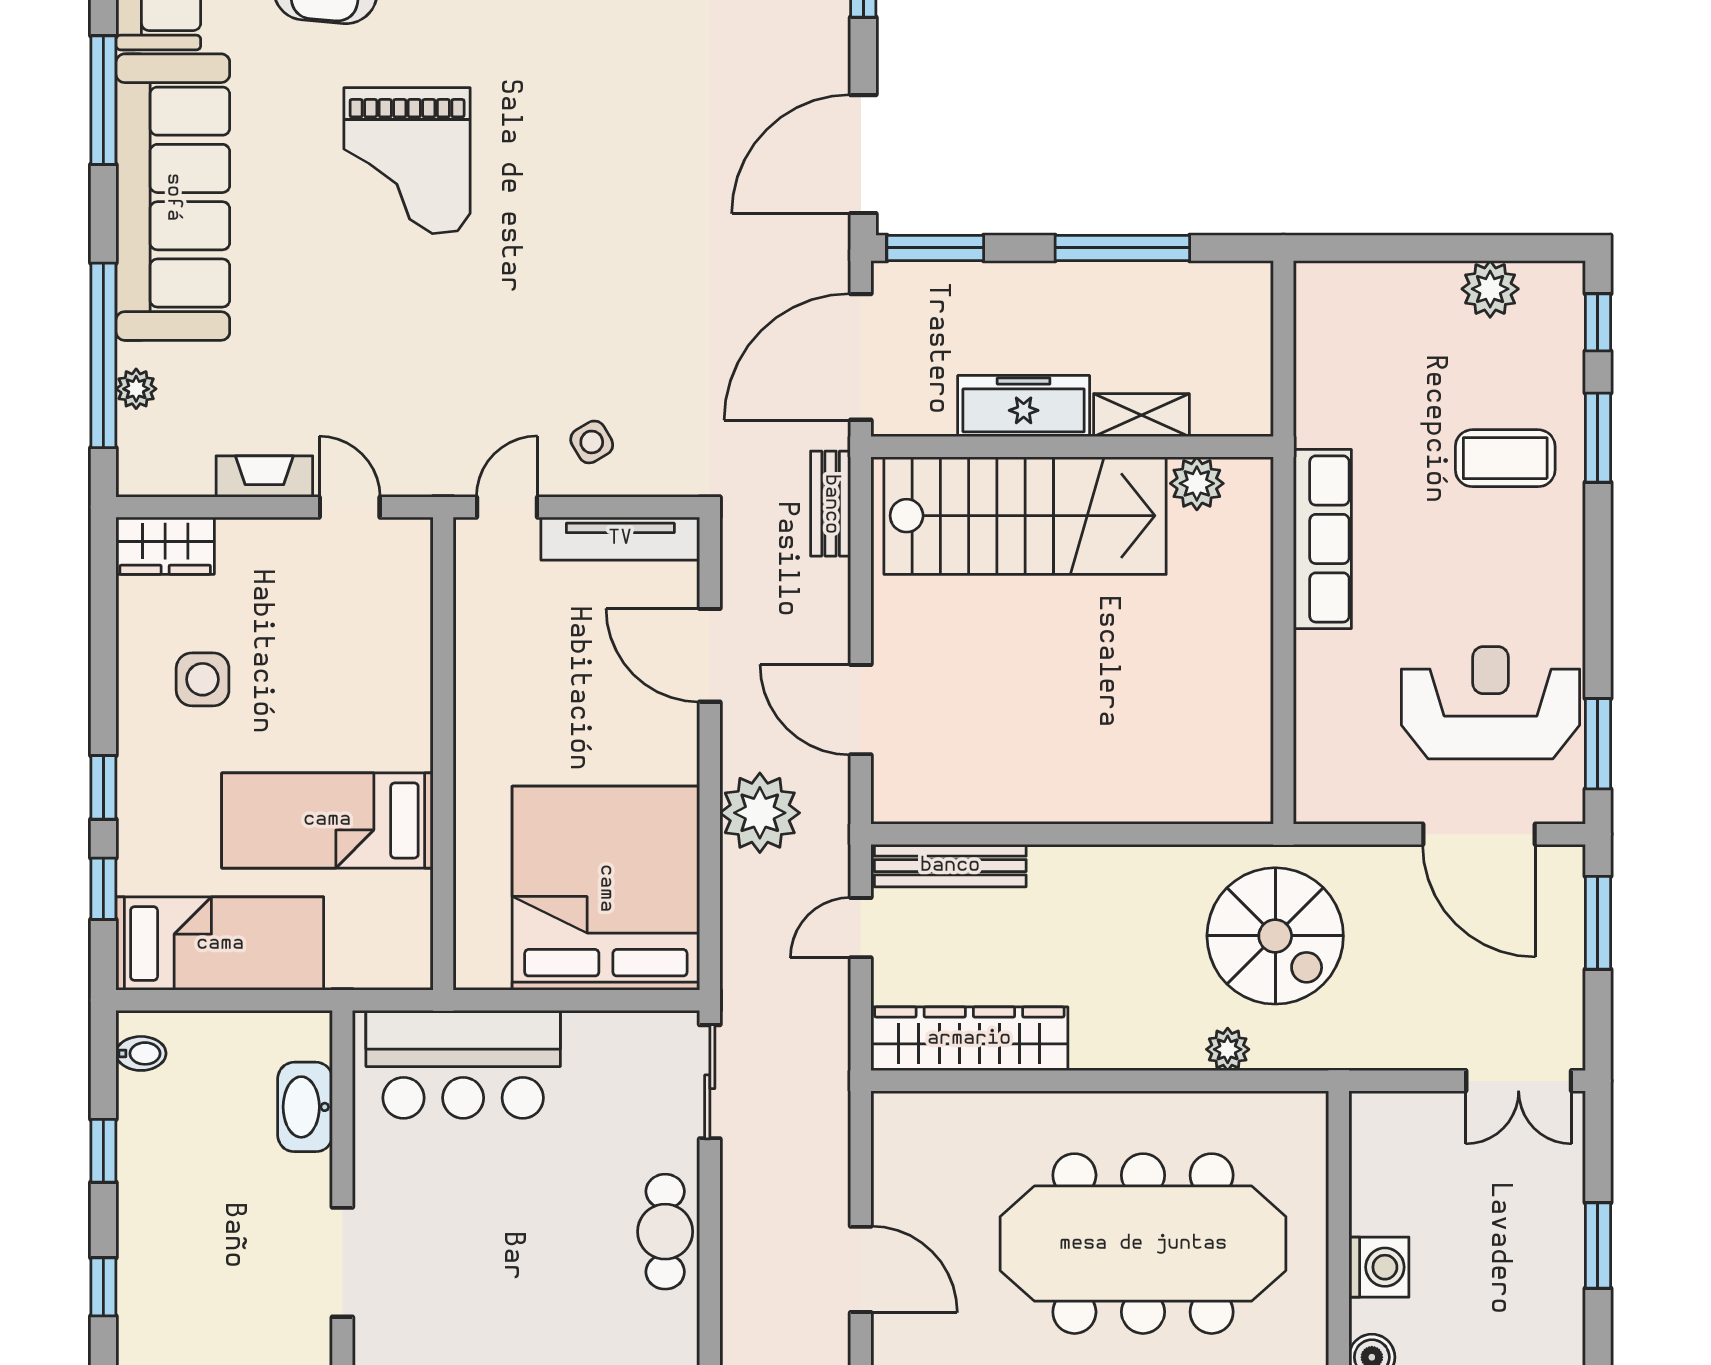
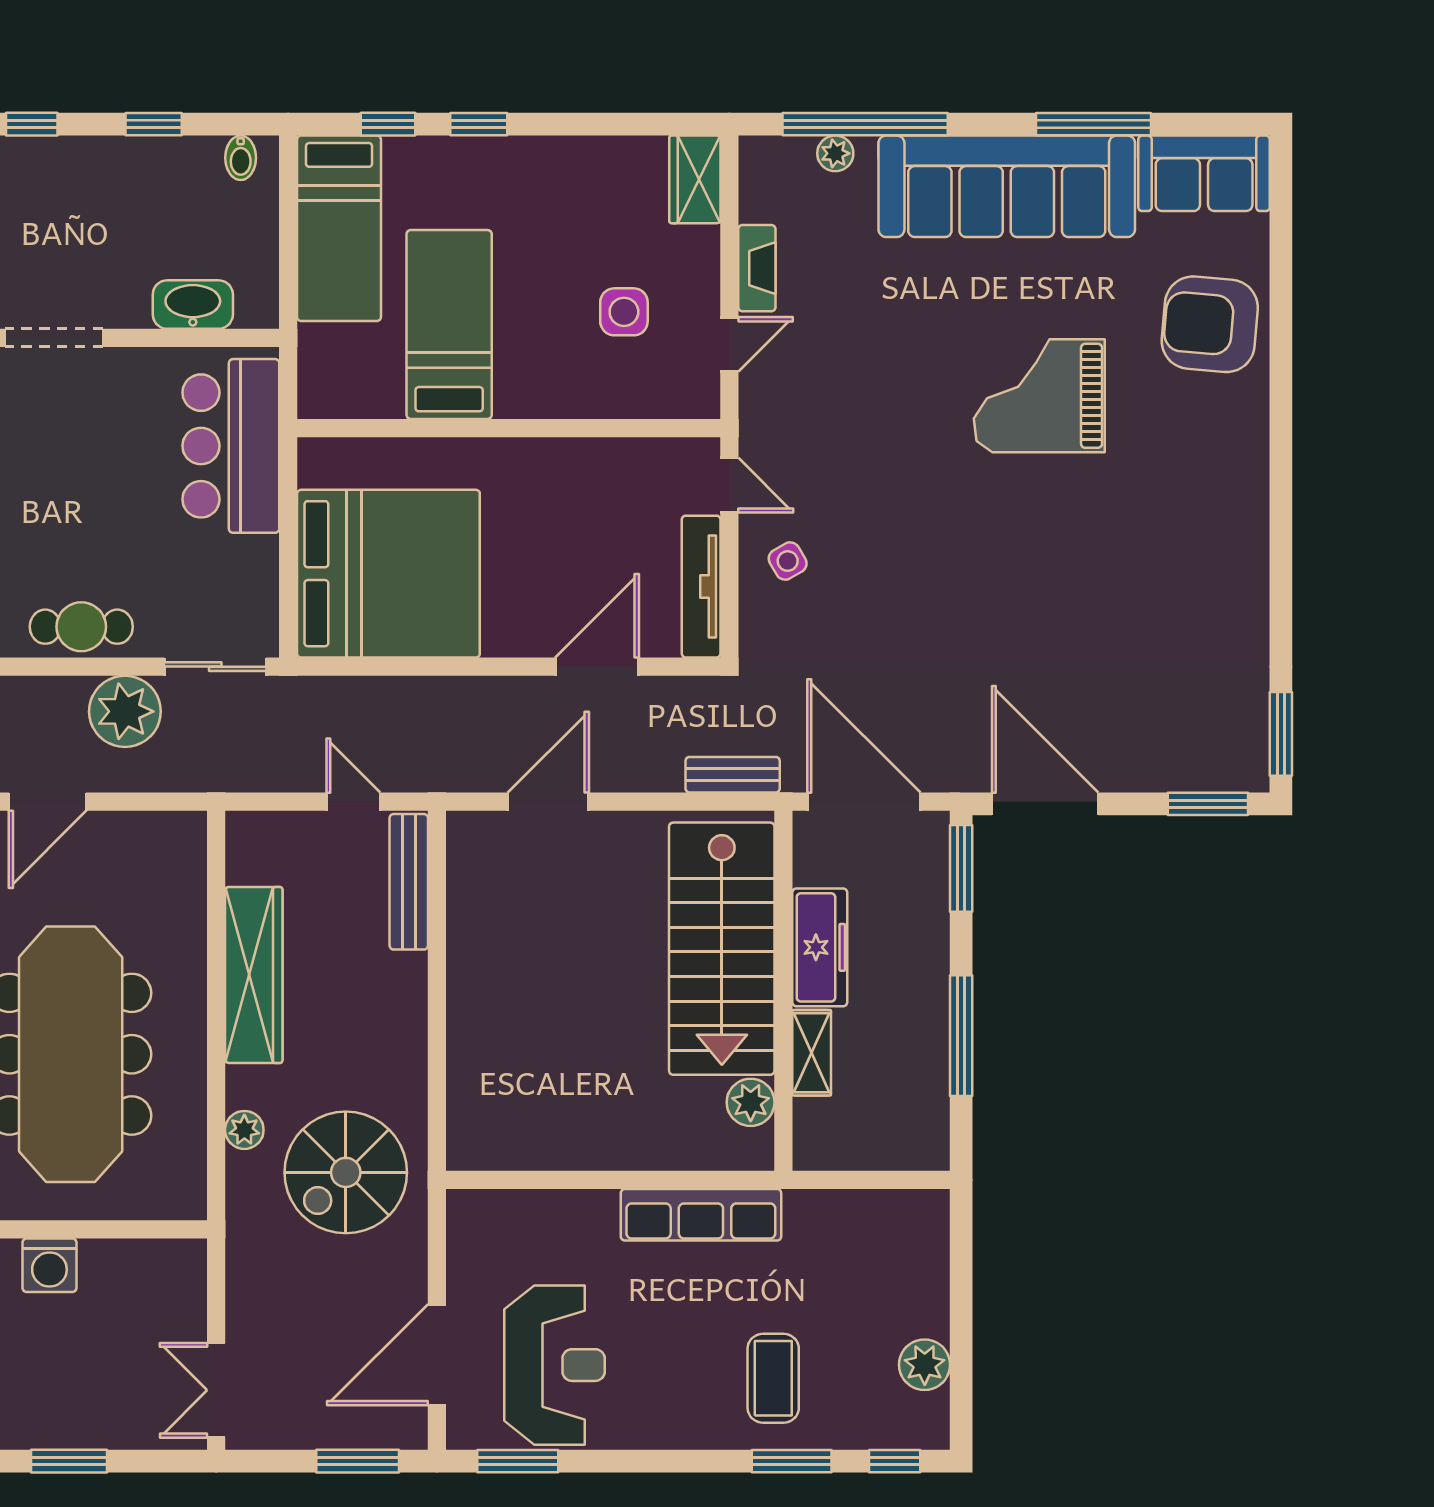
side table: (203, 679) -> (624, 312), moved
plant: (760, 813) -> (125, 711), moved
wardrobe: (969, 1039) -> (254, 975), moved

